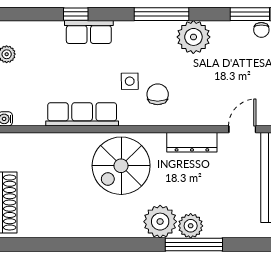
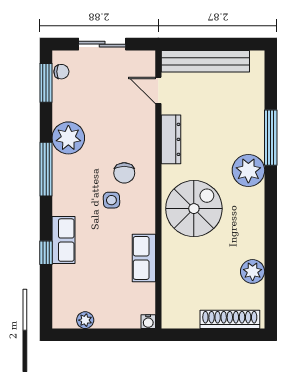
chair: (158, 94) -> (124, 173), turned -90
row of seats: (82, 114) -> (144, 258), width x0.68
spiral stairs: (121, 166) -> (194, 209), turned -90
plant: (191, 226) -> (253, 271), moved

